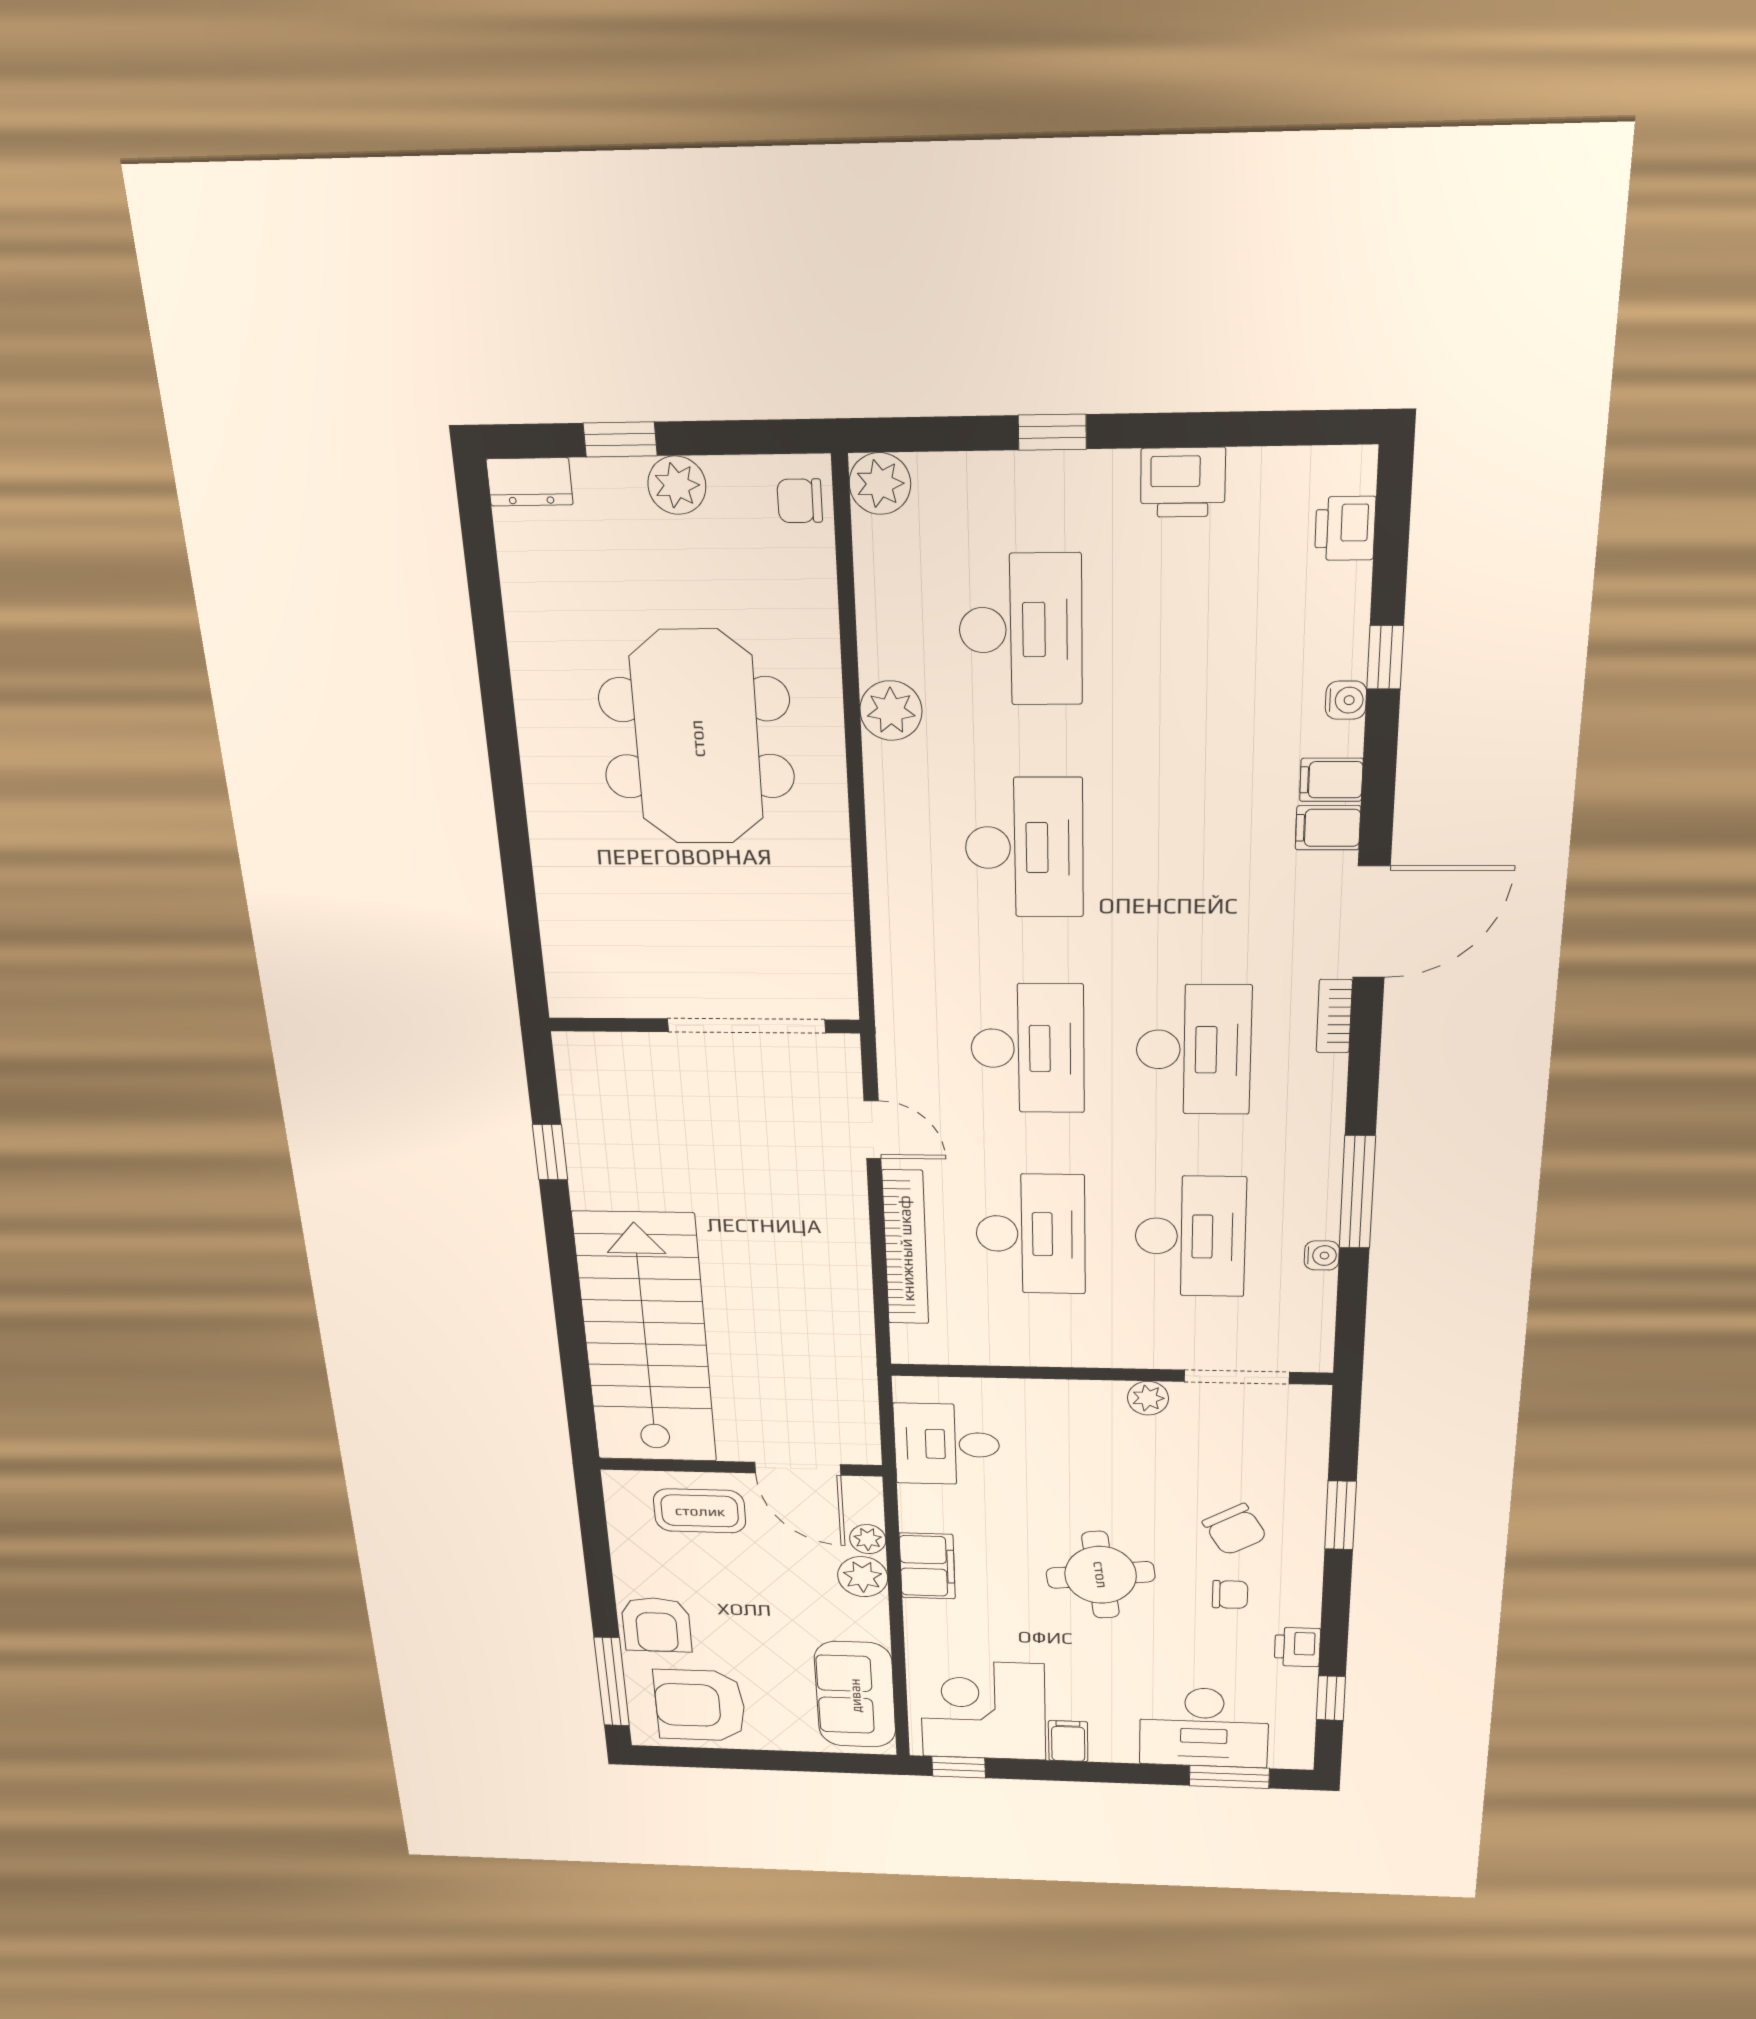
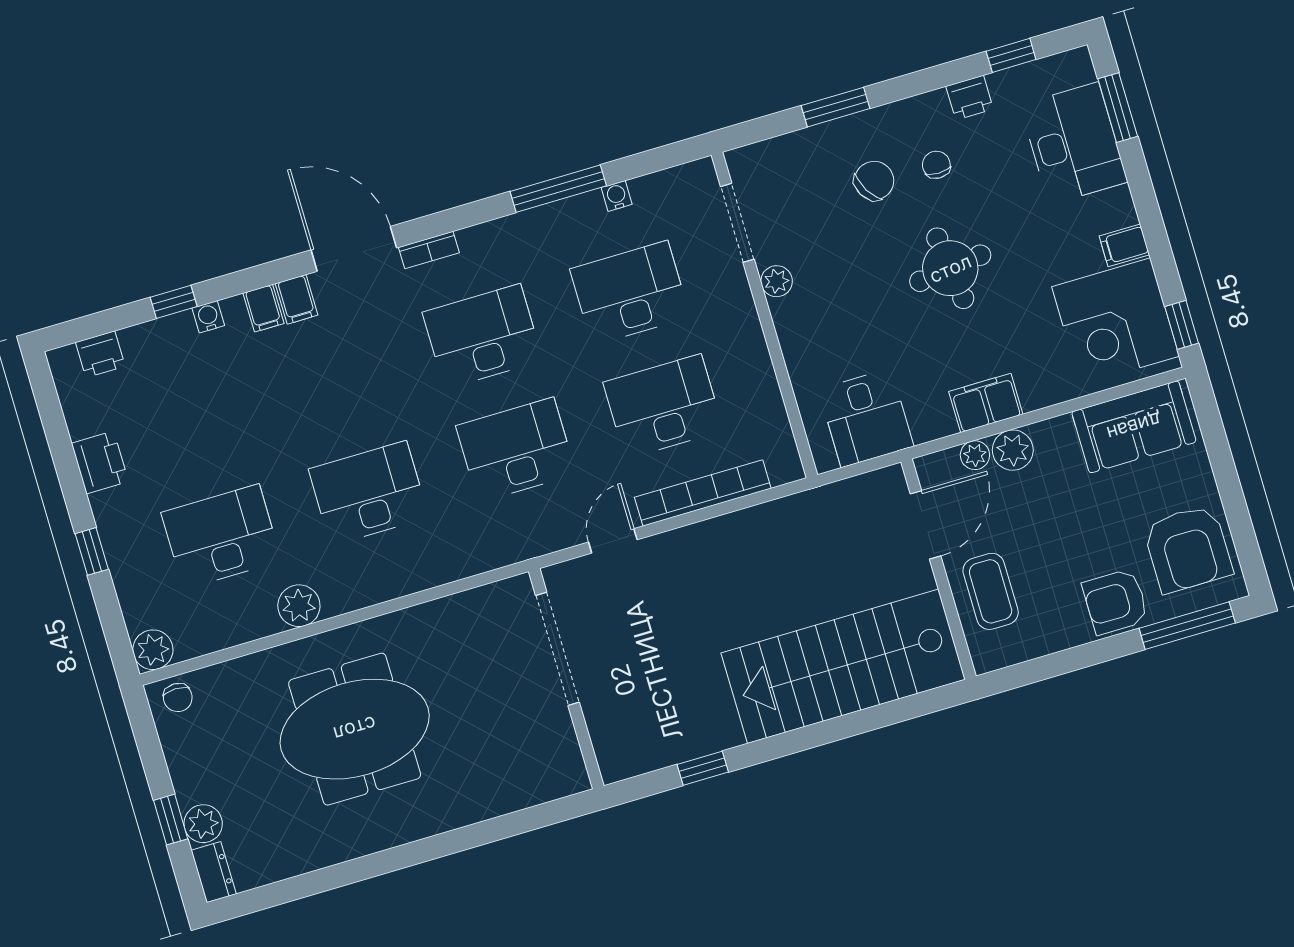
plant: (677, 485) -> (203, 824), moved
armchair: (656, 1625) -> (1115, 602), turned 180

